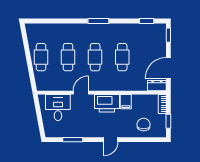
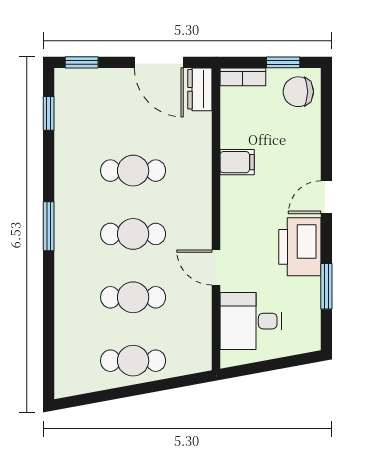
printer: (107, 103) -> (300, 247), moved, turned 180
chair: (144, 125) -> (298, 92), moved
door: (111, 140) -> (326, 197), swing flipped

